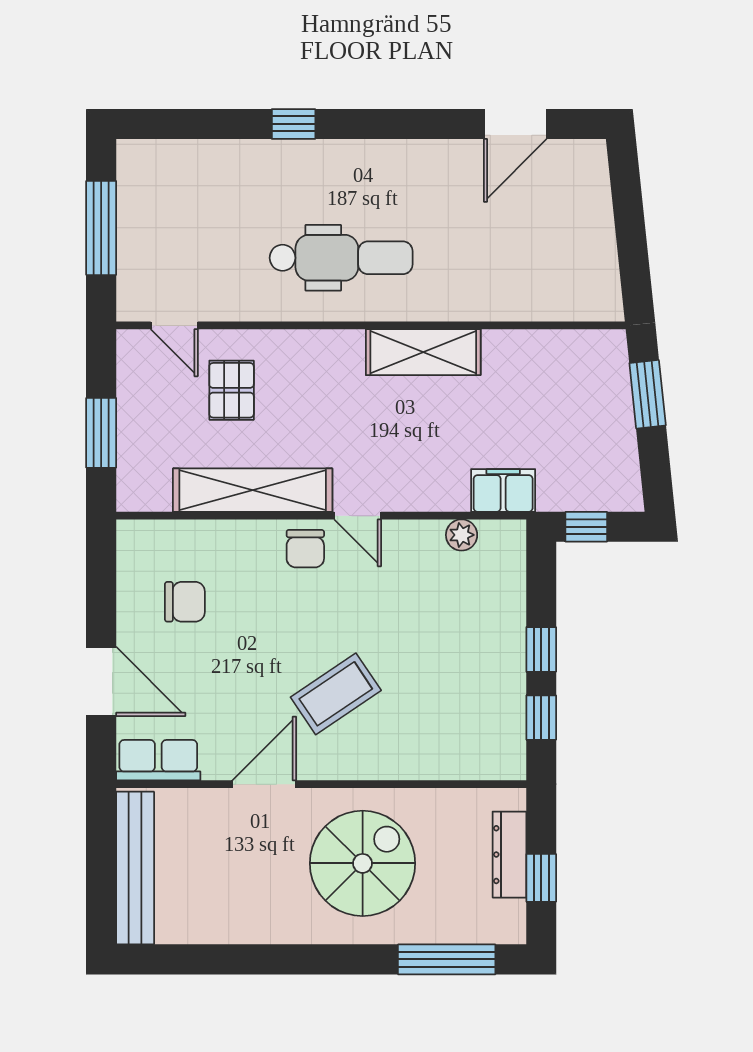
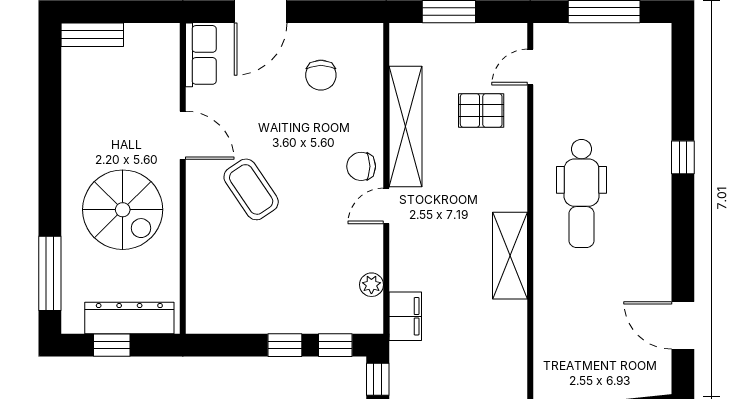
window: (541, 718) -> (335, 345), moved
dresser: (509, 855) -> (129, 318), width x1.37, depth x1.24
bench: (135, 868) -> (92, 35), width x0.54, depth x0.82

